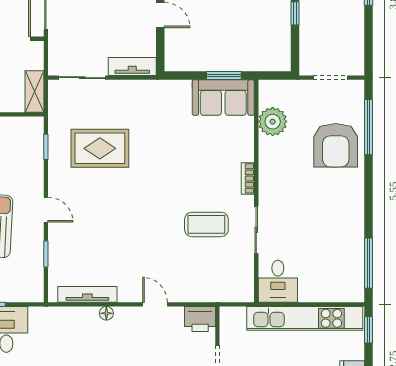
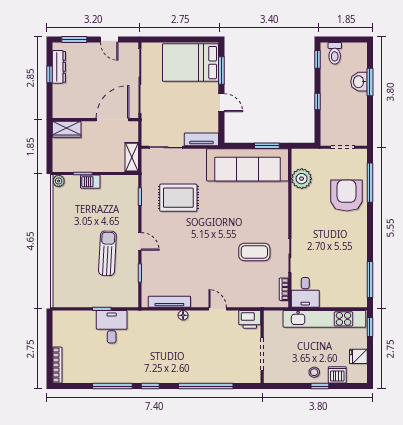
sofa: (223, 98) -> (248, 165), width x1.85, depth x1.27
armchair: (336, 145) -> (347, 196), turned 180
bookcase: (248, 178) -> (284, 289), moved

